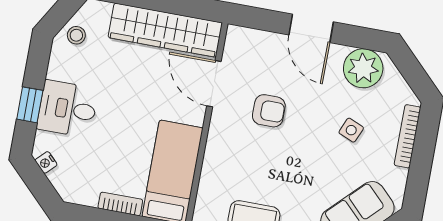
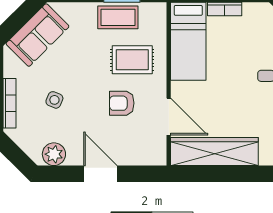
plant: (363, 68) -> (54, 154), width x0.73, depth x0.73
rug: (246, 162) -> (132, 60), added

